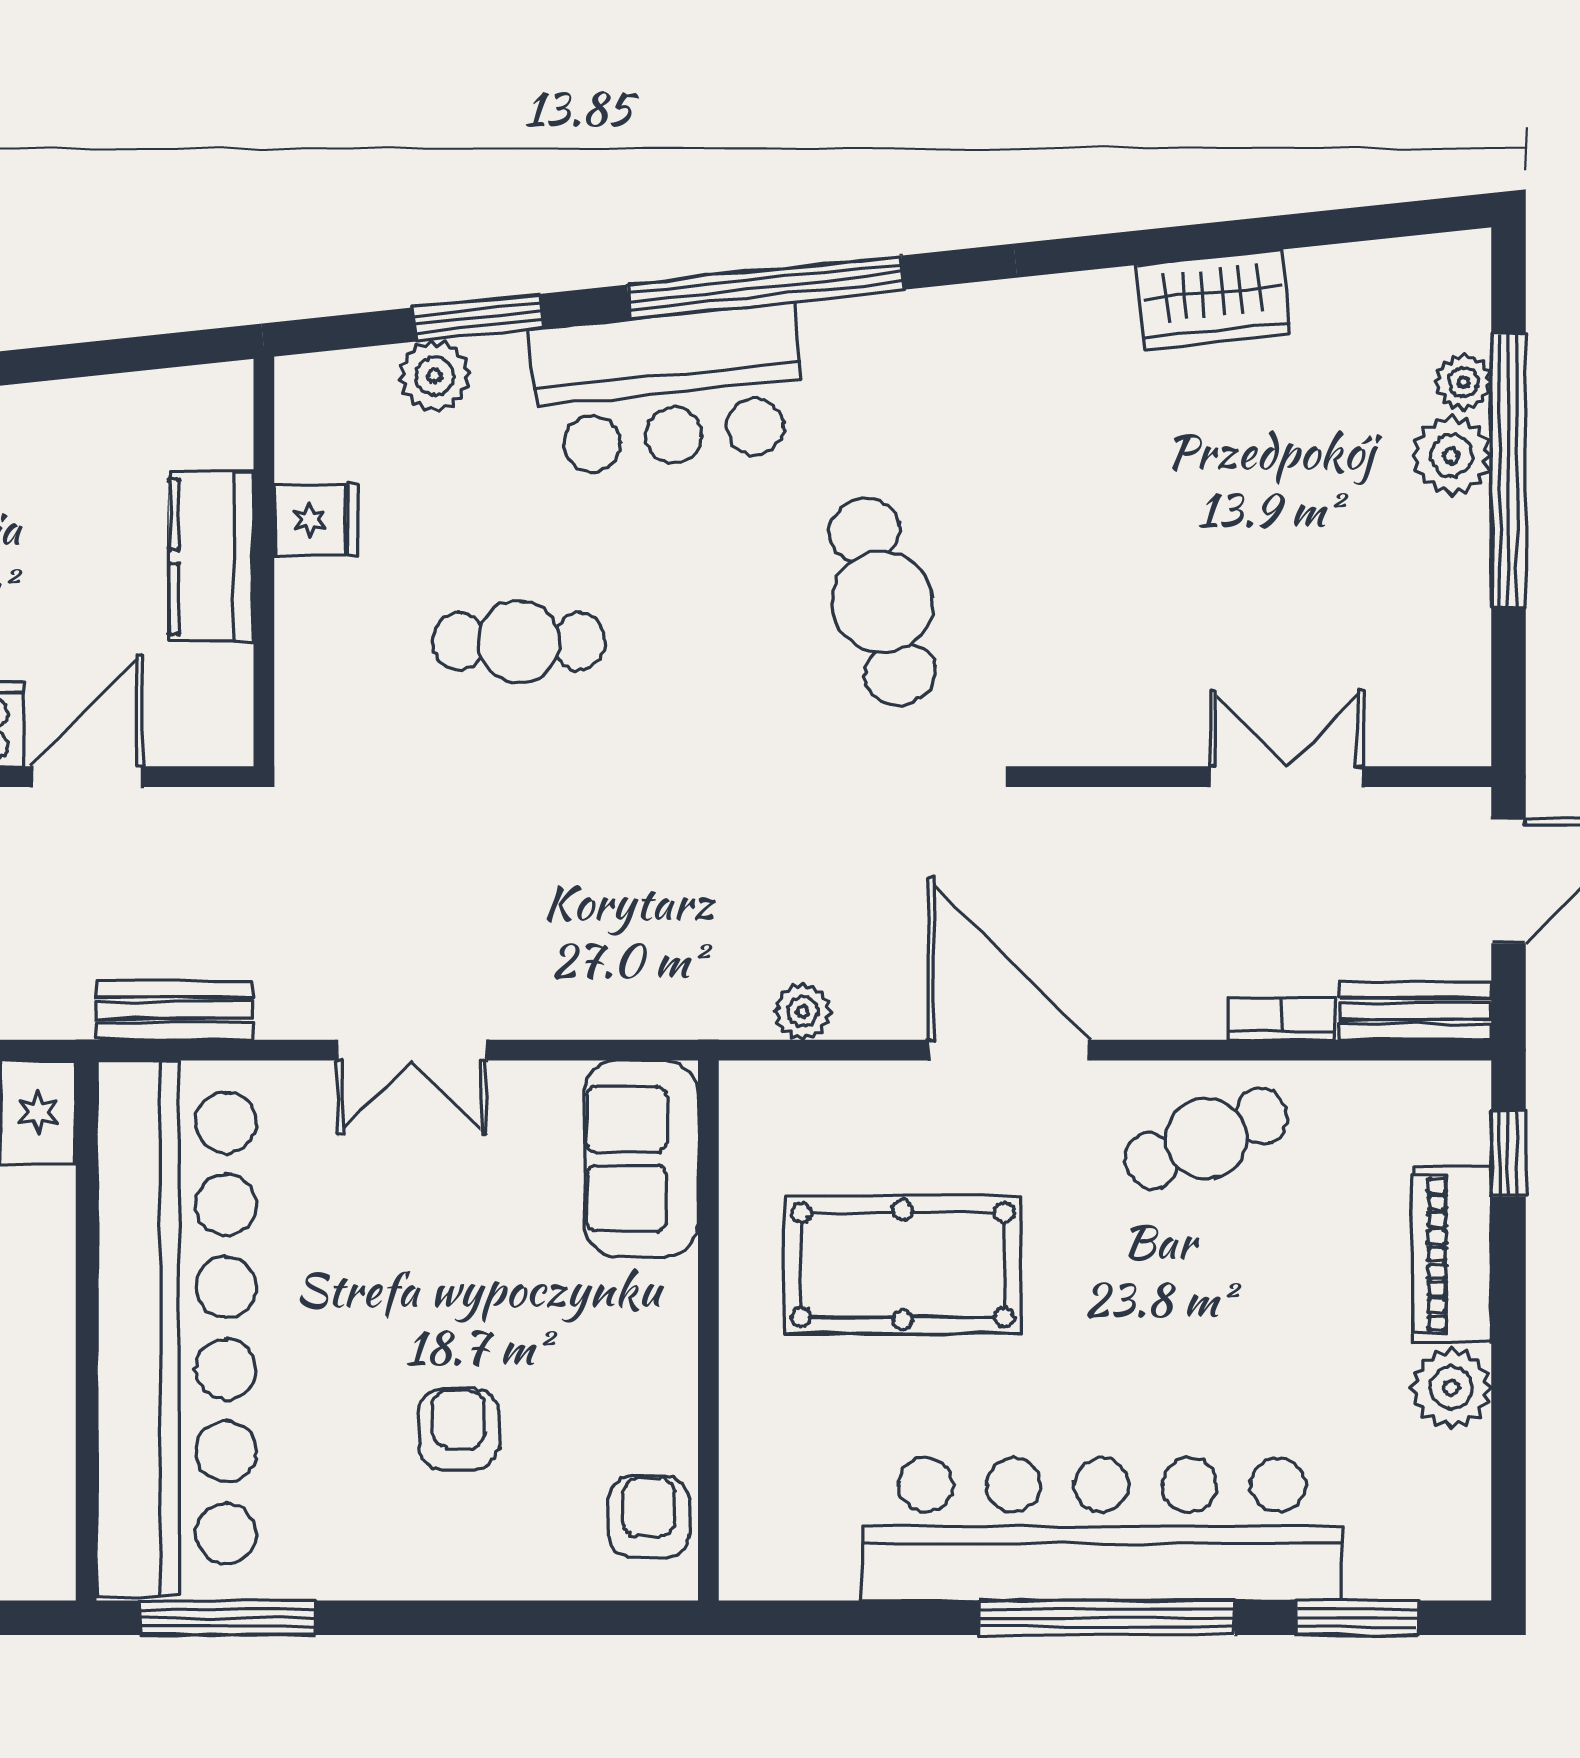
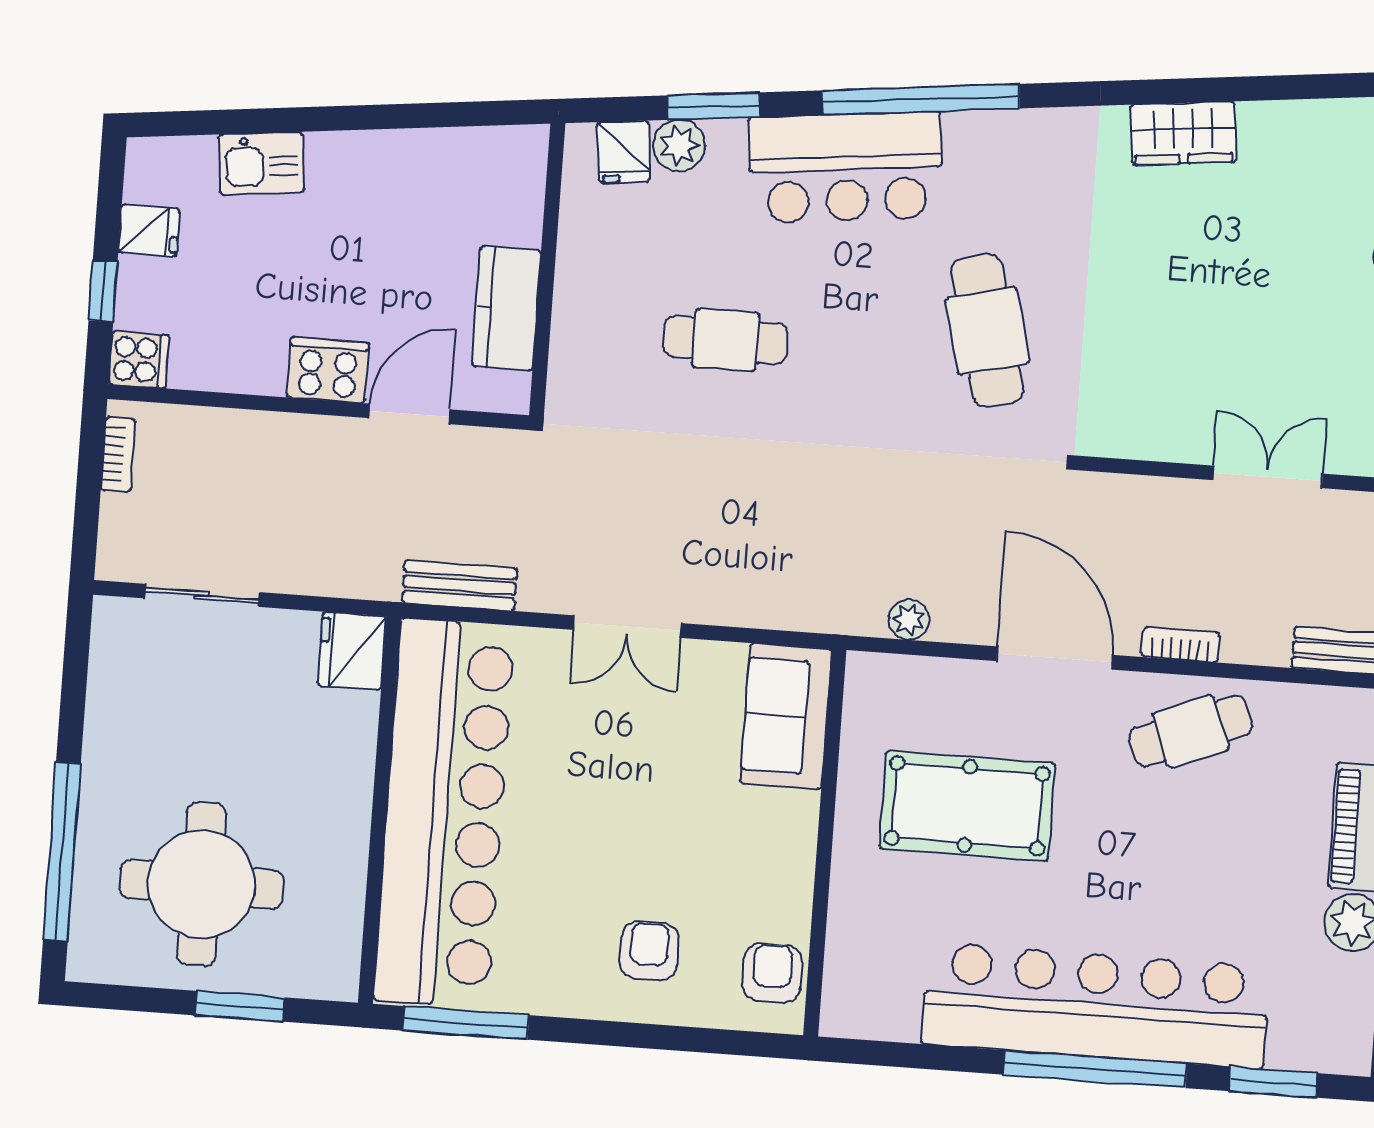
wardrobe: (1213, 299) -> (1183, 133), moved
fridge: (317, 520) -> (624, 152), moved, turned 84
kitchen counter: (211, 557) -> (507, 308), moved
bookcase: (1281, 1019) -> (1181, 645), moved
armchair: (459, 1429) -> (649, 951), moved

